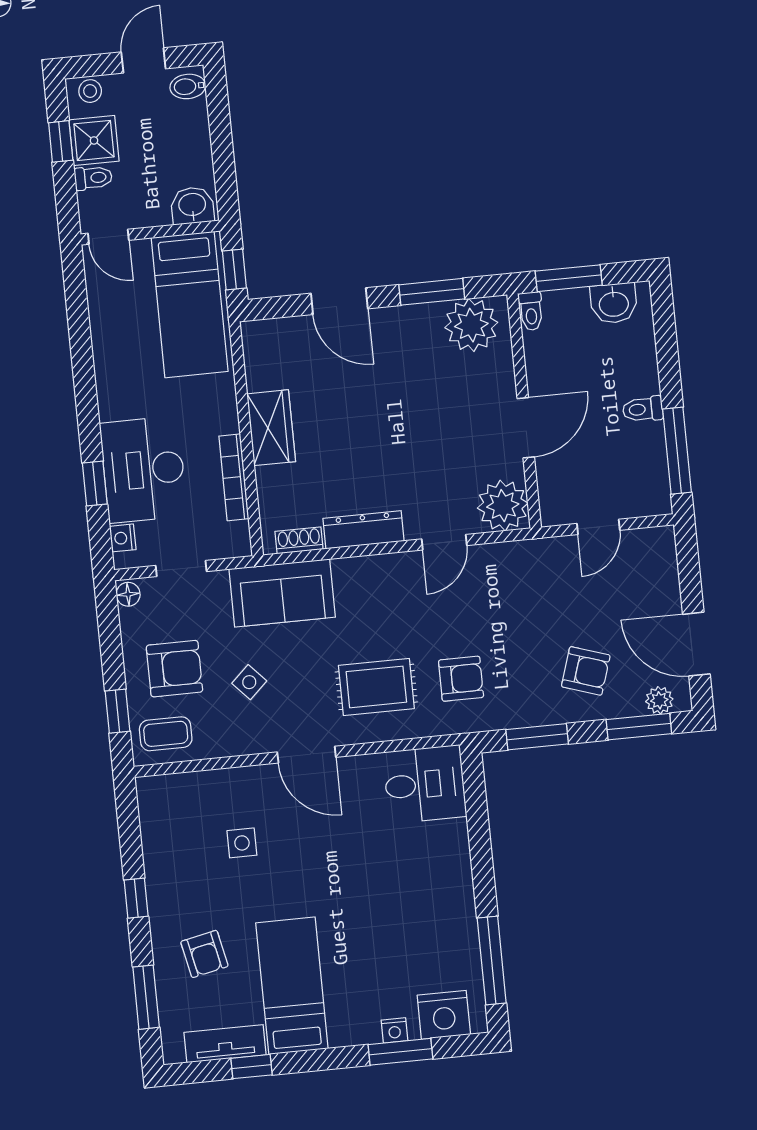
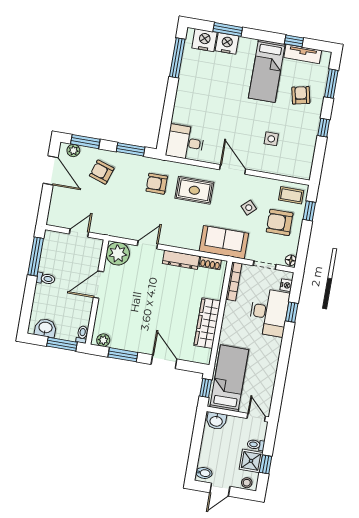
plant: (471, 325) -> (103, 340), width x0.53, depth x0.53
wardrobe: (271, 428) -> (207, 323), width x1.50
bookcase: (234, 477) -> (234, 281), moved
nightstand: (394, 1030) -> (227, 43), width x1.89, depth x1.79

